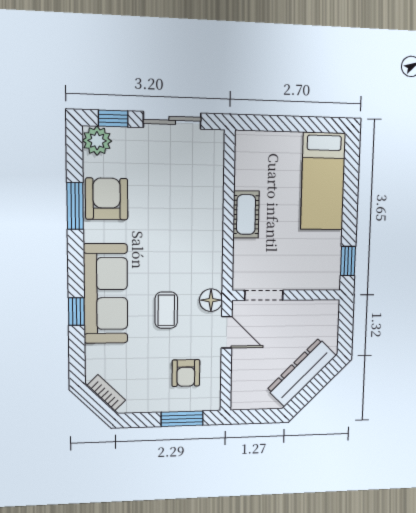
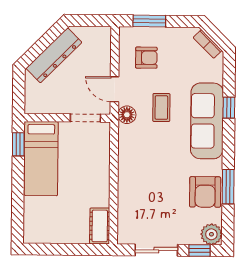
bed: (323, 181) -> (41, 159), moved, turned 180
cot: (246, 214) -> (100, 226), moved
armchair: (186, 373) -> (146, 58), turned 90

